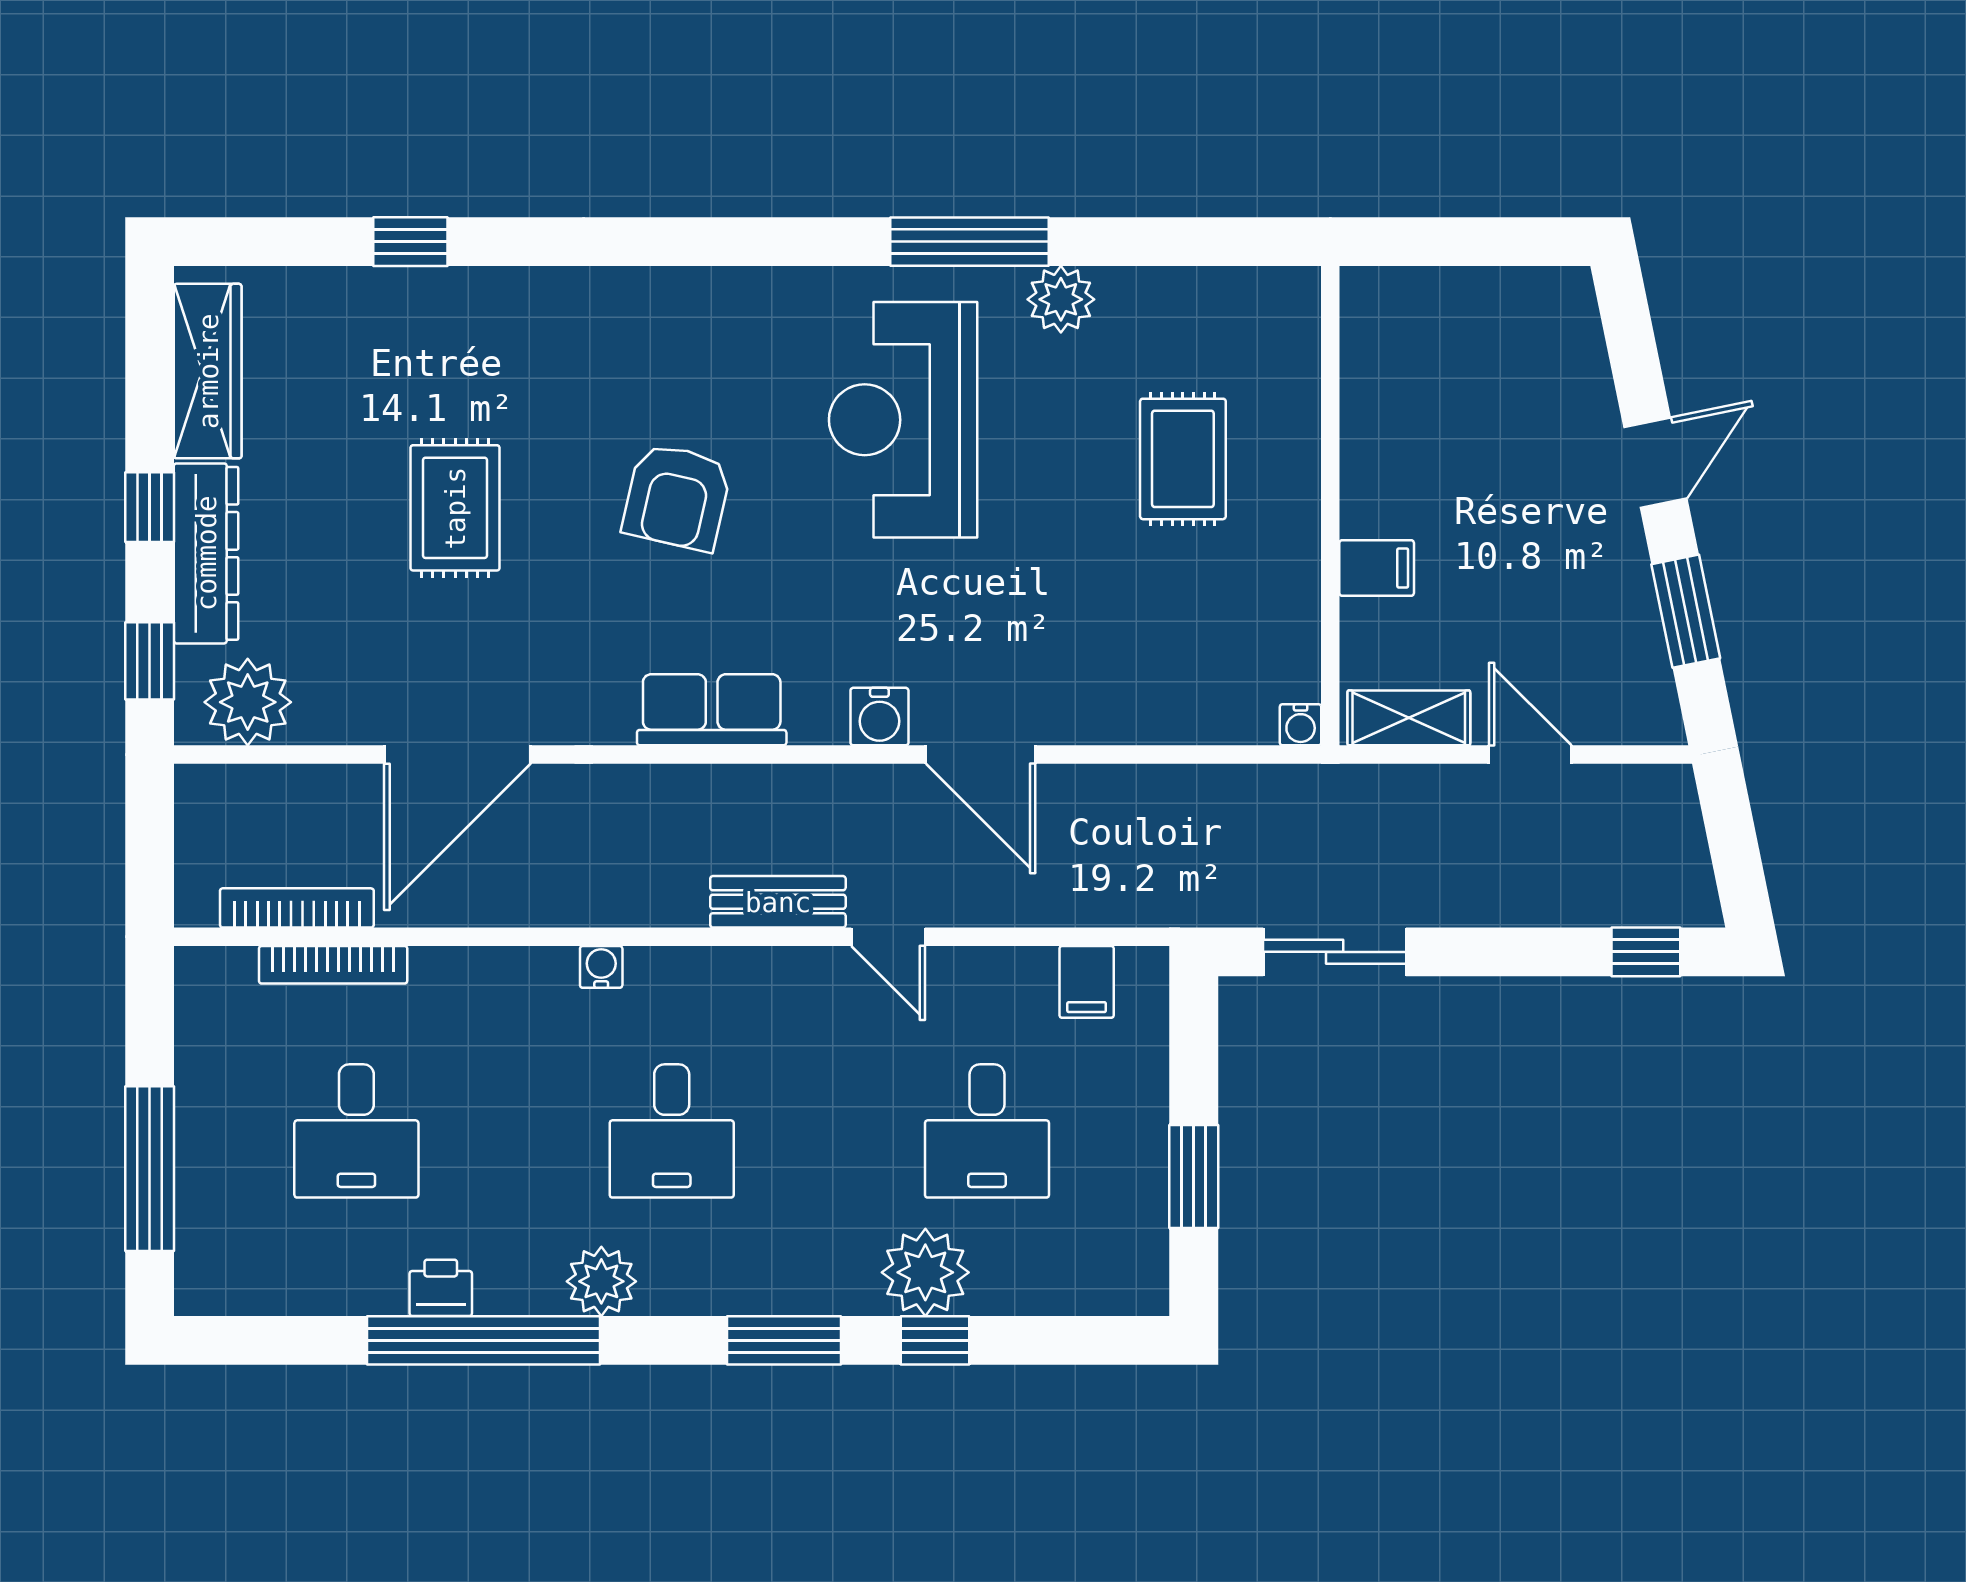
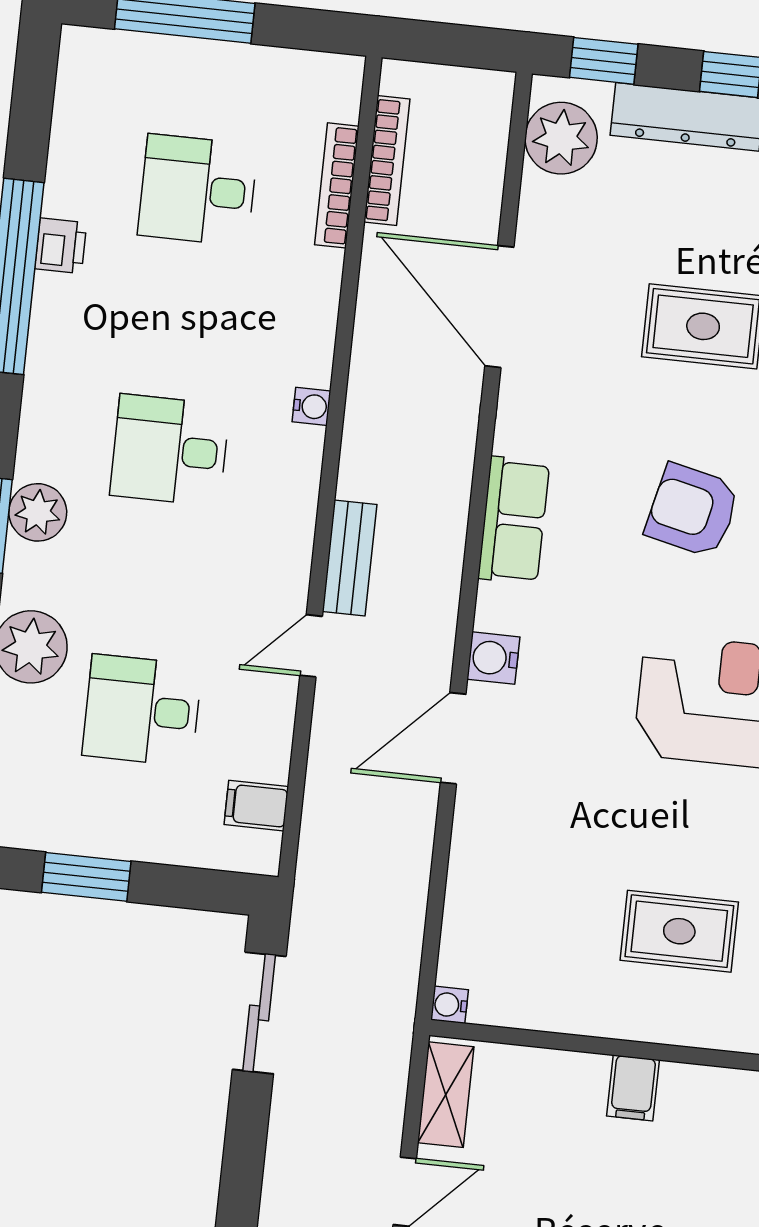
filing cabinet: (1377, 568) -> (633, 1088), moved
plant: (601, 1281) -> (38, 512), moved

